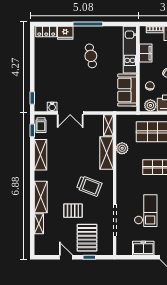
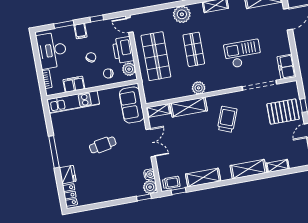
cafe table: (91, 56) -> (103, 145), moved
sofa: (127, 90) -> (132, 105), moved, turned 90
plant: (40, 105) -> (150, 187), added
double door: (70, 113) -> (151, 143), moved
plant: (122, 148) -> (199, 88), moved
pallet: (73, 211) -> (257, 132), removed
freezer: (143, 248) -> (287, 67), moved

